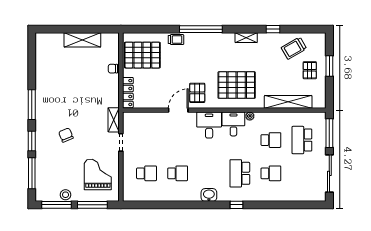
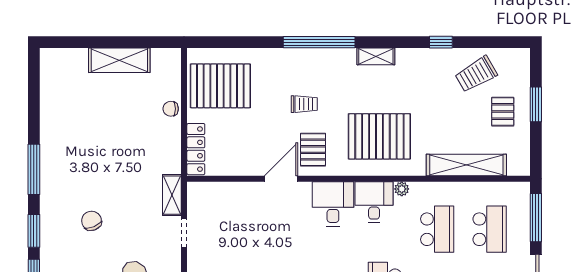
shelving: (246, 38) -> (376, 56), moved
trolley: (176, 40) -> (304, 104), moved
school desk: (271, 140) -> (437, 229), width x1.85
school desk: (302, 140) -> (490, 229), turned 180

